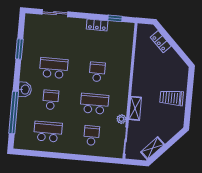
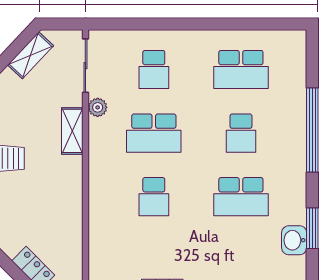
washbasin: (25, 89) -> (294, 240), moved
window: (14, 112) -> (312, 130), moved

